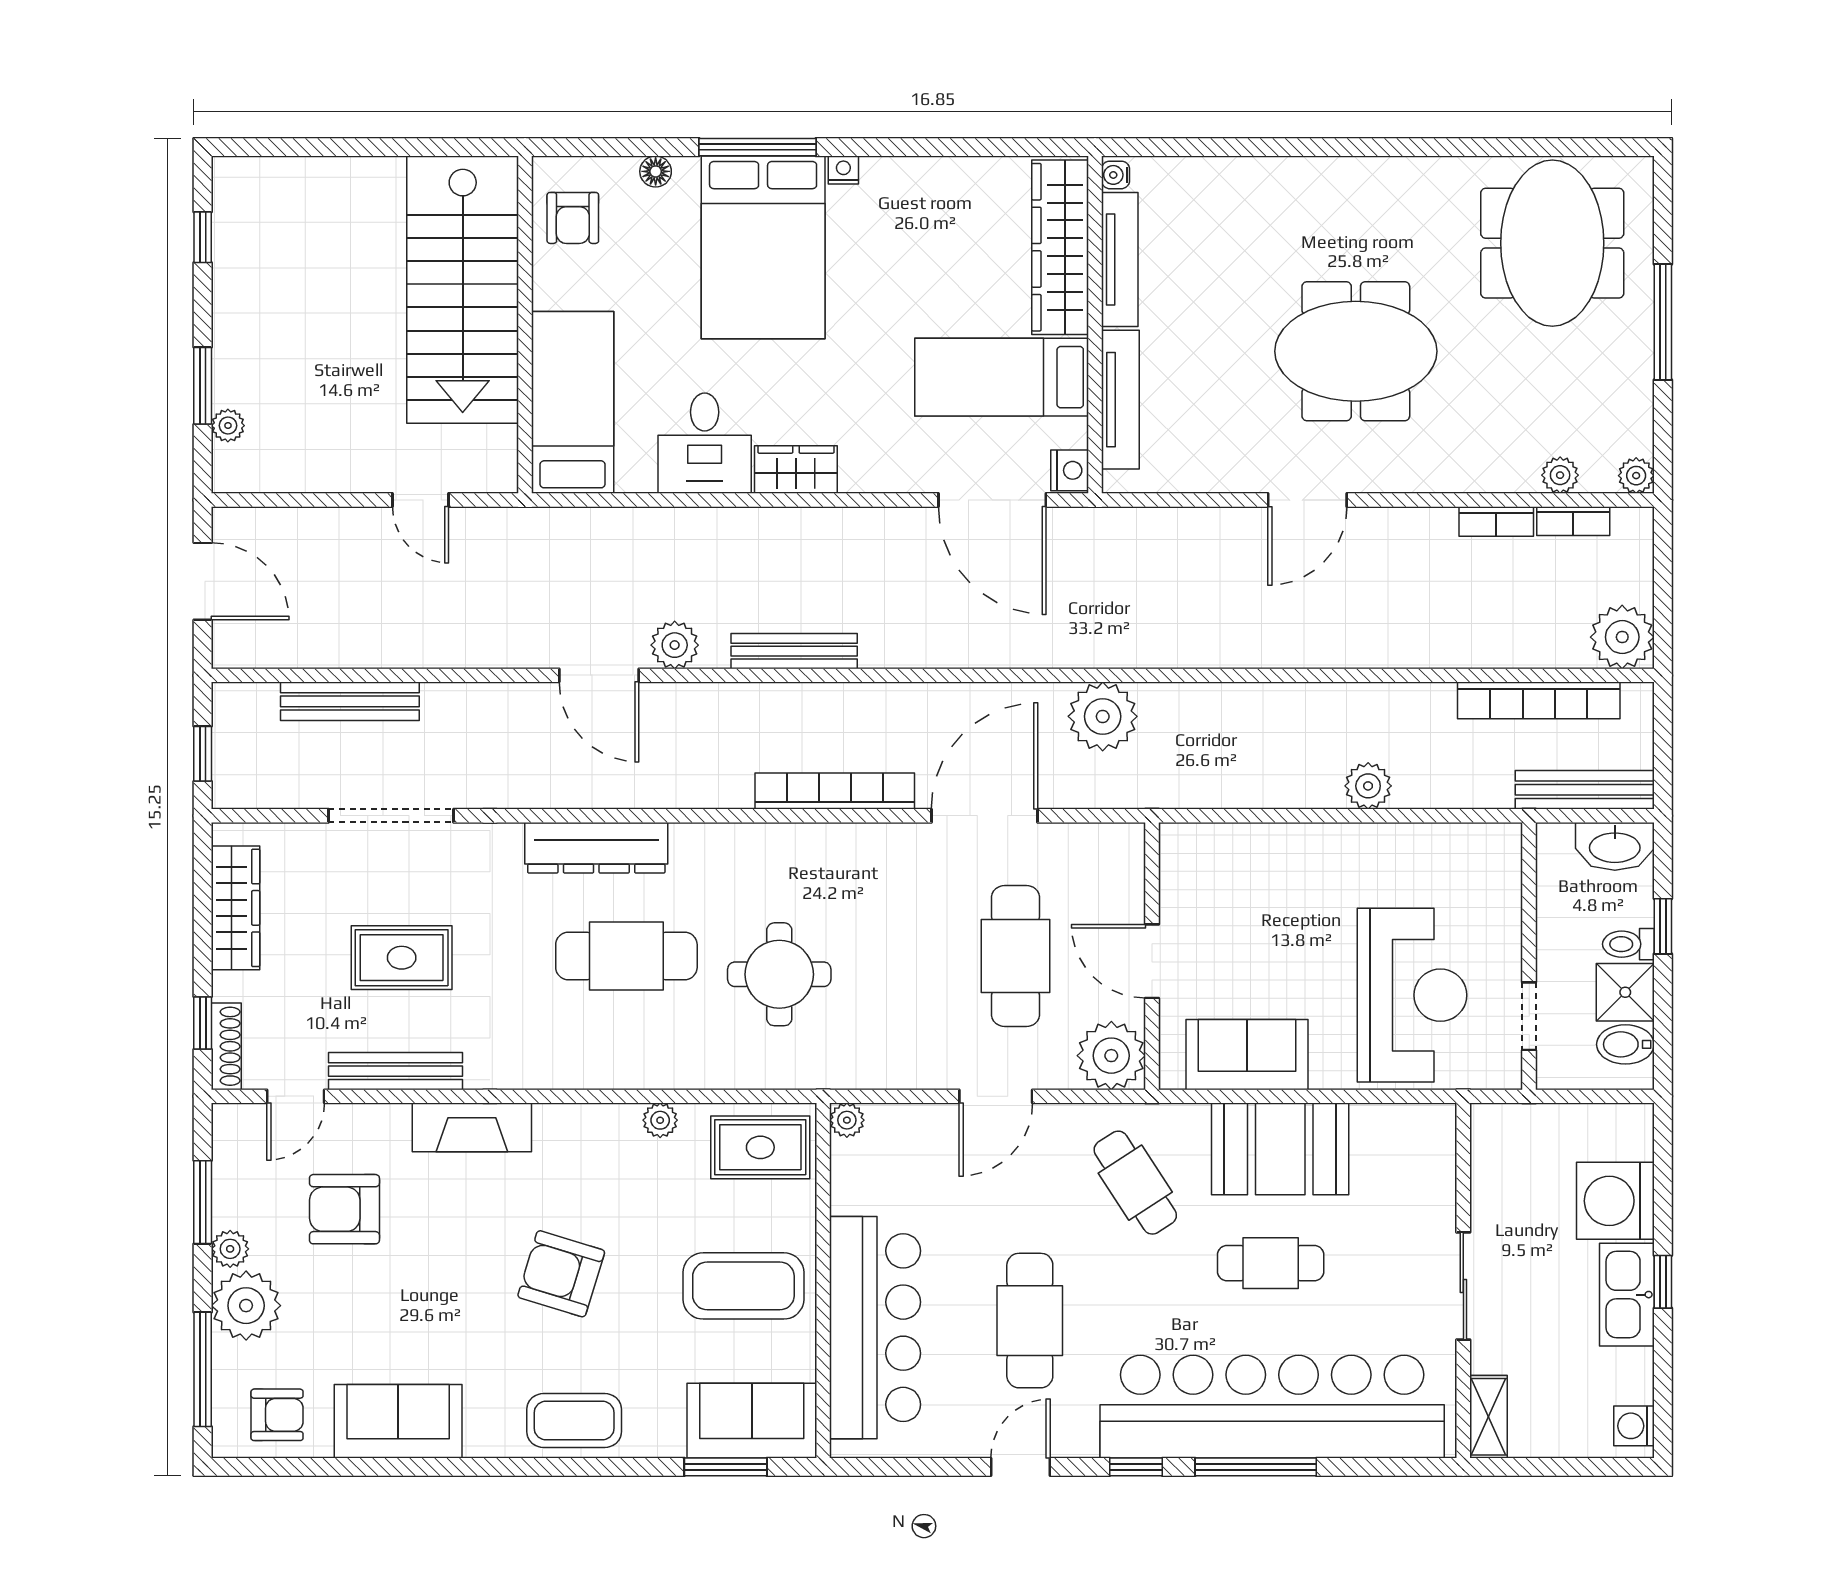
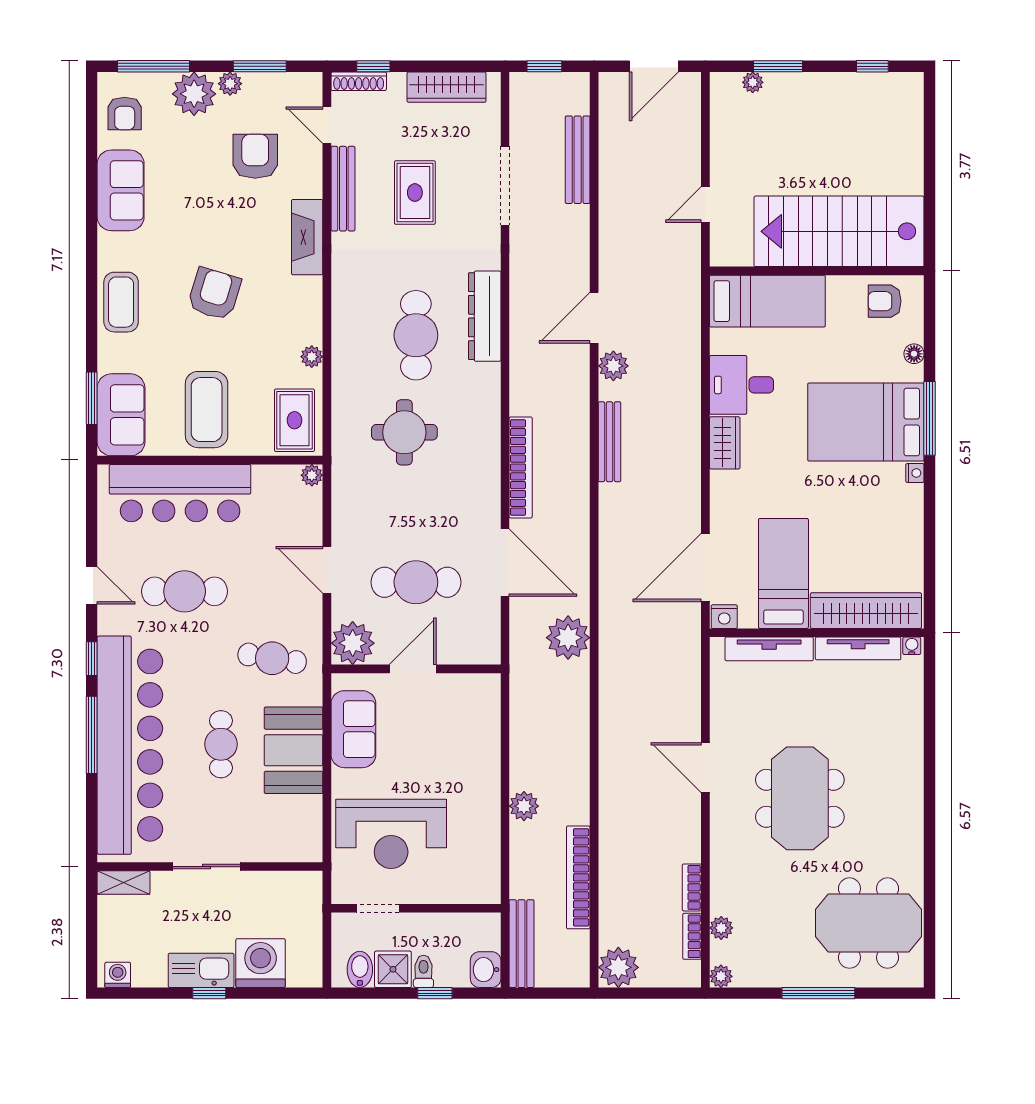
bookcase: (1539, 700) -> (578, 877), moved
washbasin: (1615, 846) -> (486, 970), width x0.72
cafe table: (1135, 1183) -> (272, 658), turned 42

